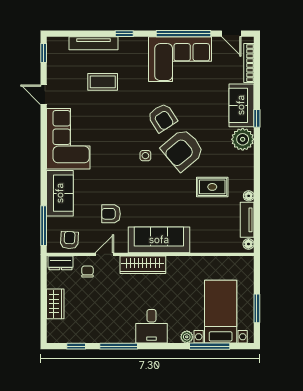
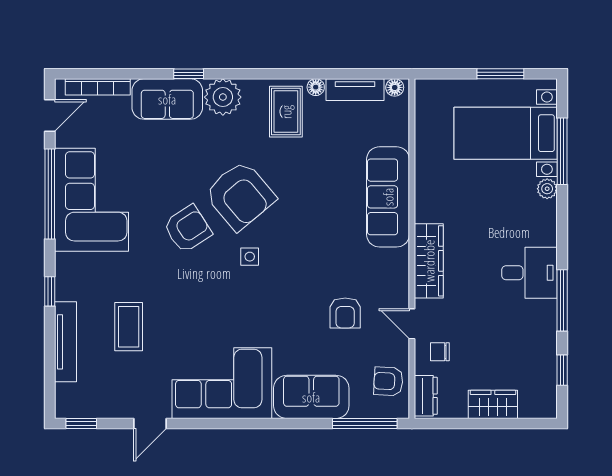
rug: (212, 187) -> (286, 112), moved
sofa: (159, 240) -> (388, 197), moved
desk: (151, 326) -> (530, 273), moved

